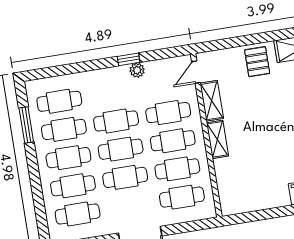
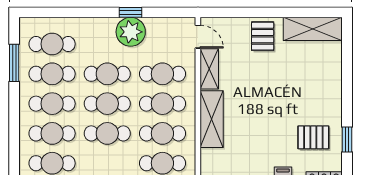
plant: (137, 70) -> (131, 32), width x1.87, depth x1.87
door: (196, 72) -> (198, 37), swing flipped
shelving: (217, 139) -> (212, 119), width x1.50, depth x1.33

